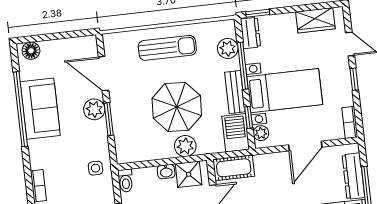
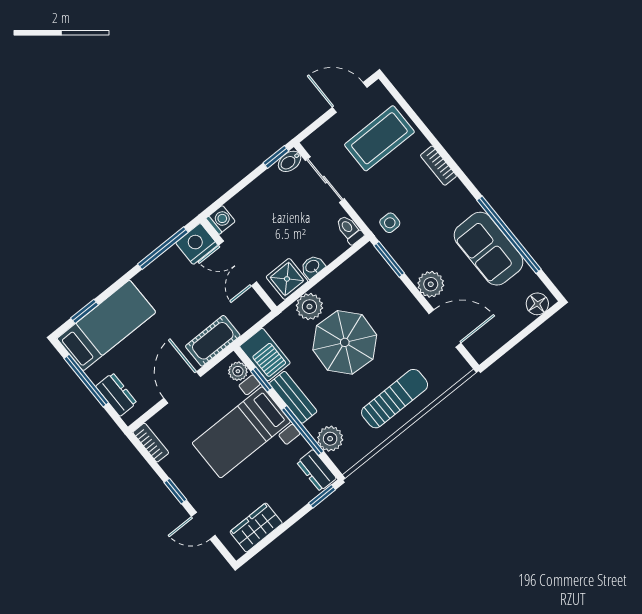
sun lounger: (167, 48) -> (395, 399), turned 180
window: (109, 119) -> (389, 259), moved
cot: (234, 168) -> (213, 341), moved
dresser: (353, 176) -> (116, 395), width x0.70

